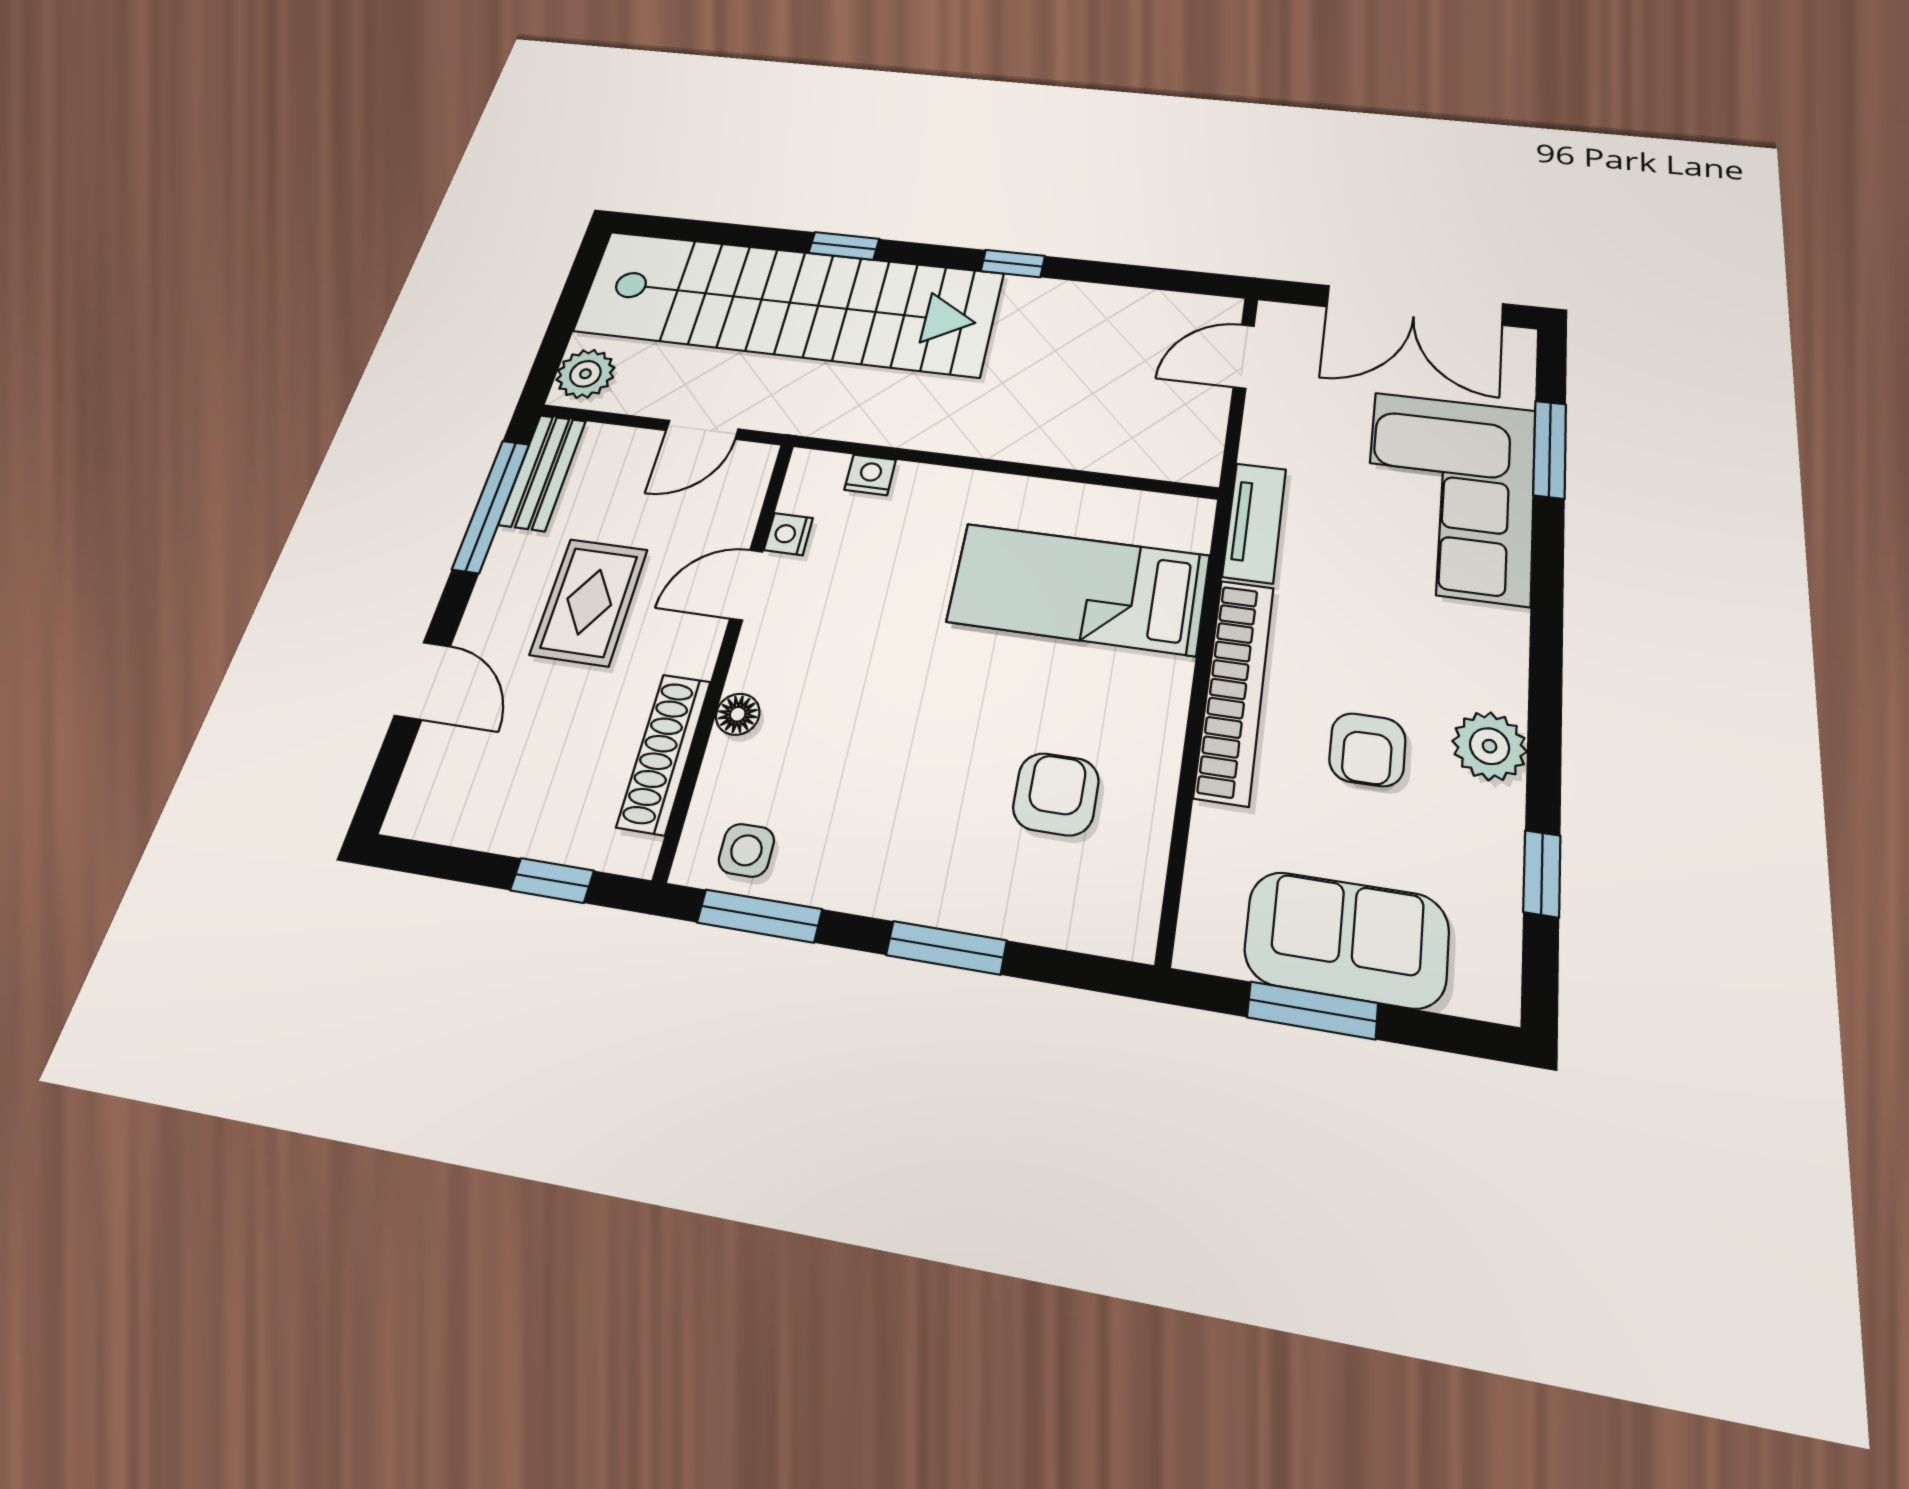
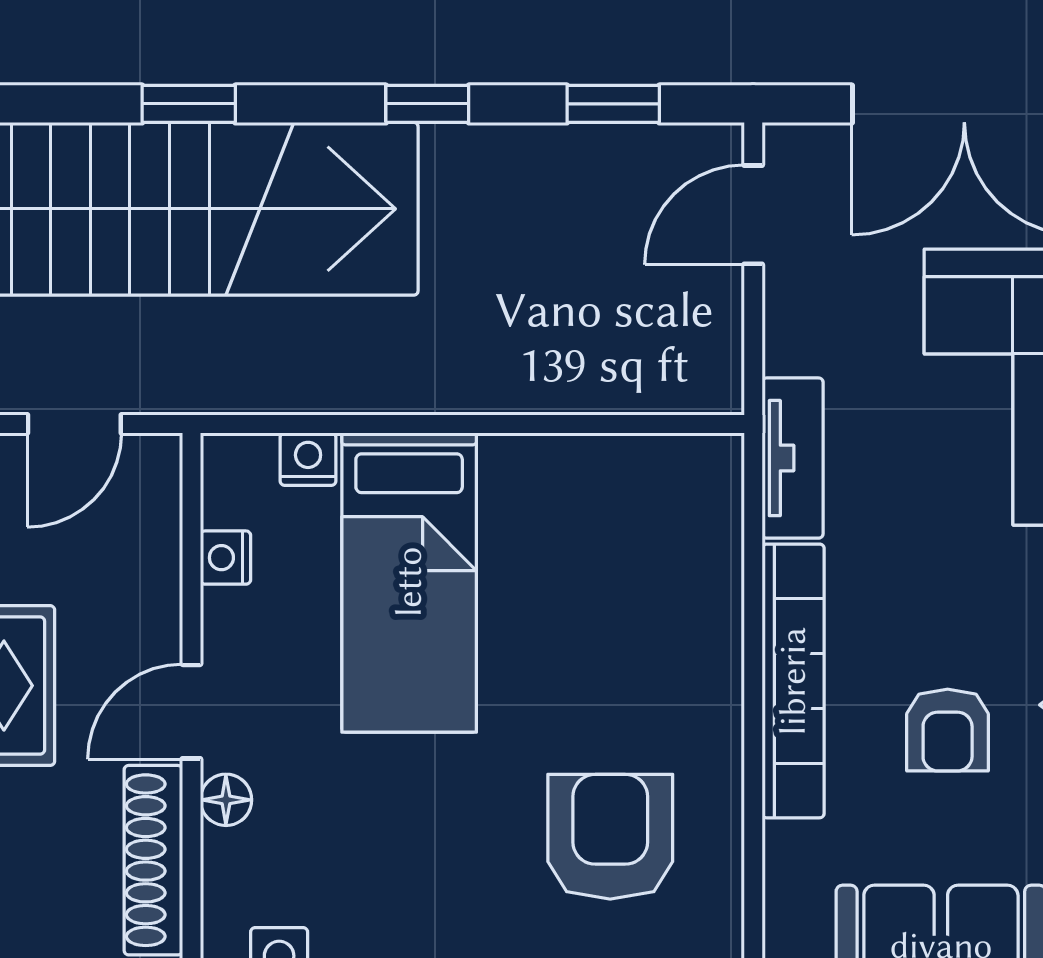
window: (1148, 278) -> (613, 104), added
door: (746, 585) -> (191, 712), moved
bed: (1079, 589) -> (409, 582), moved, turned -90
armchair: (1056, 794) -> (610, 837), width x1.38, depth x1.38

